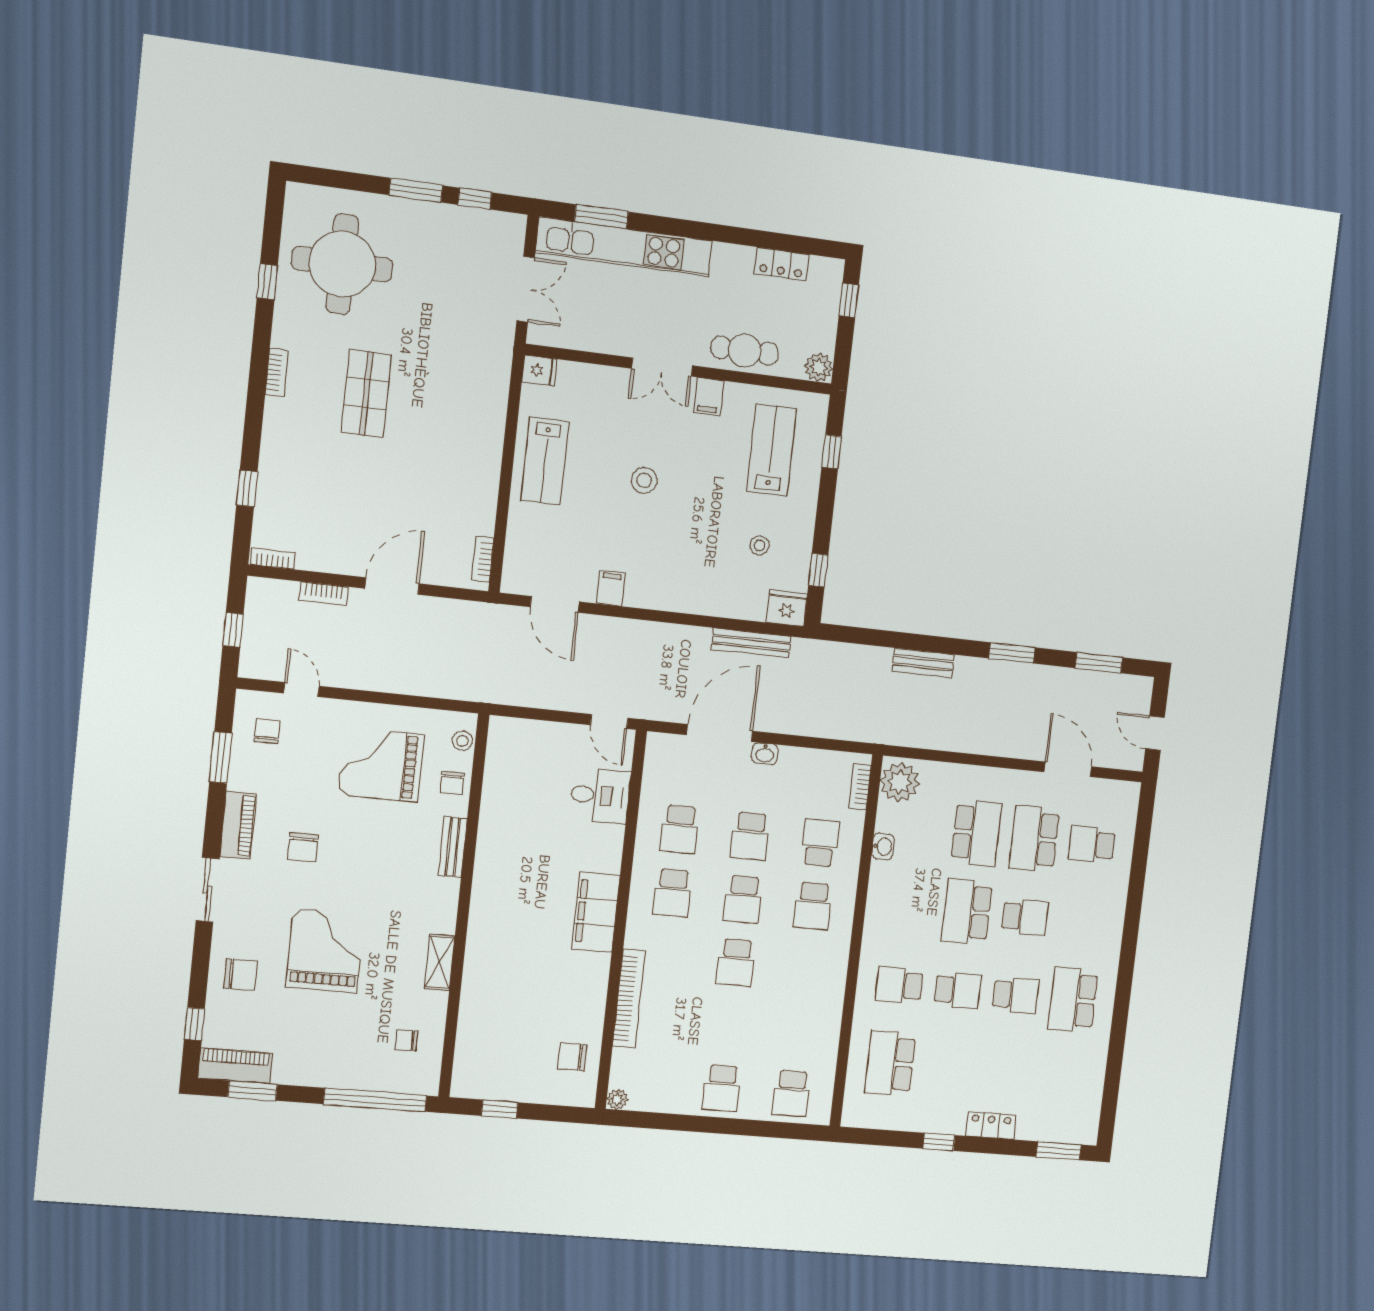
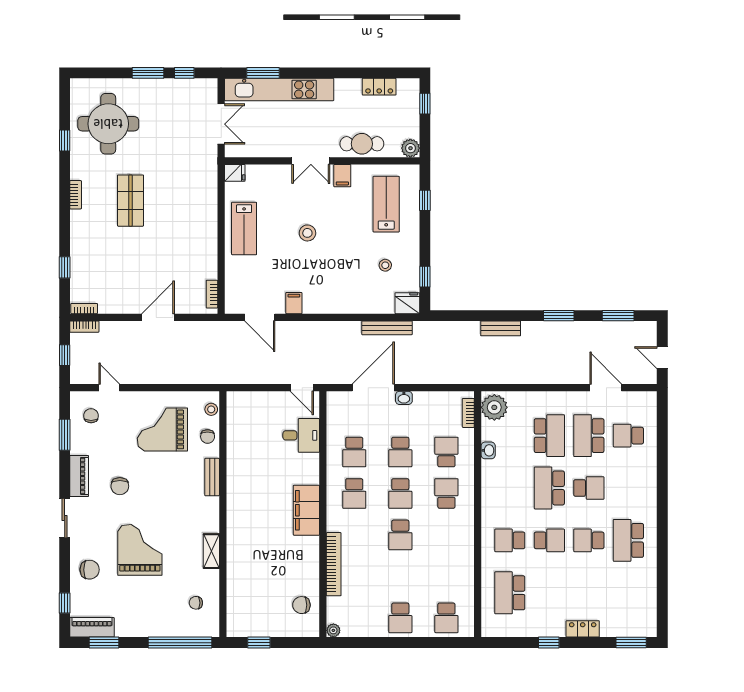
bookcase: (324, 593) -> (84, 327), moved
school desk: (813, 906) -> (446, 493), turned 180
school desk: (1016, 995) -> (589, 540), turned 180

